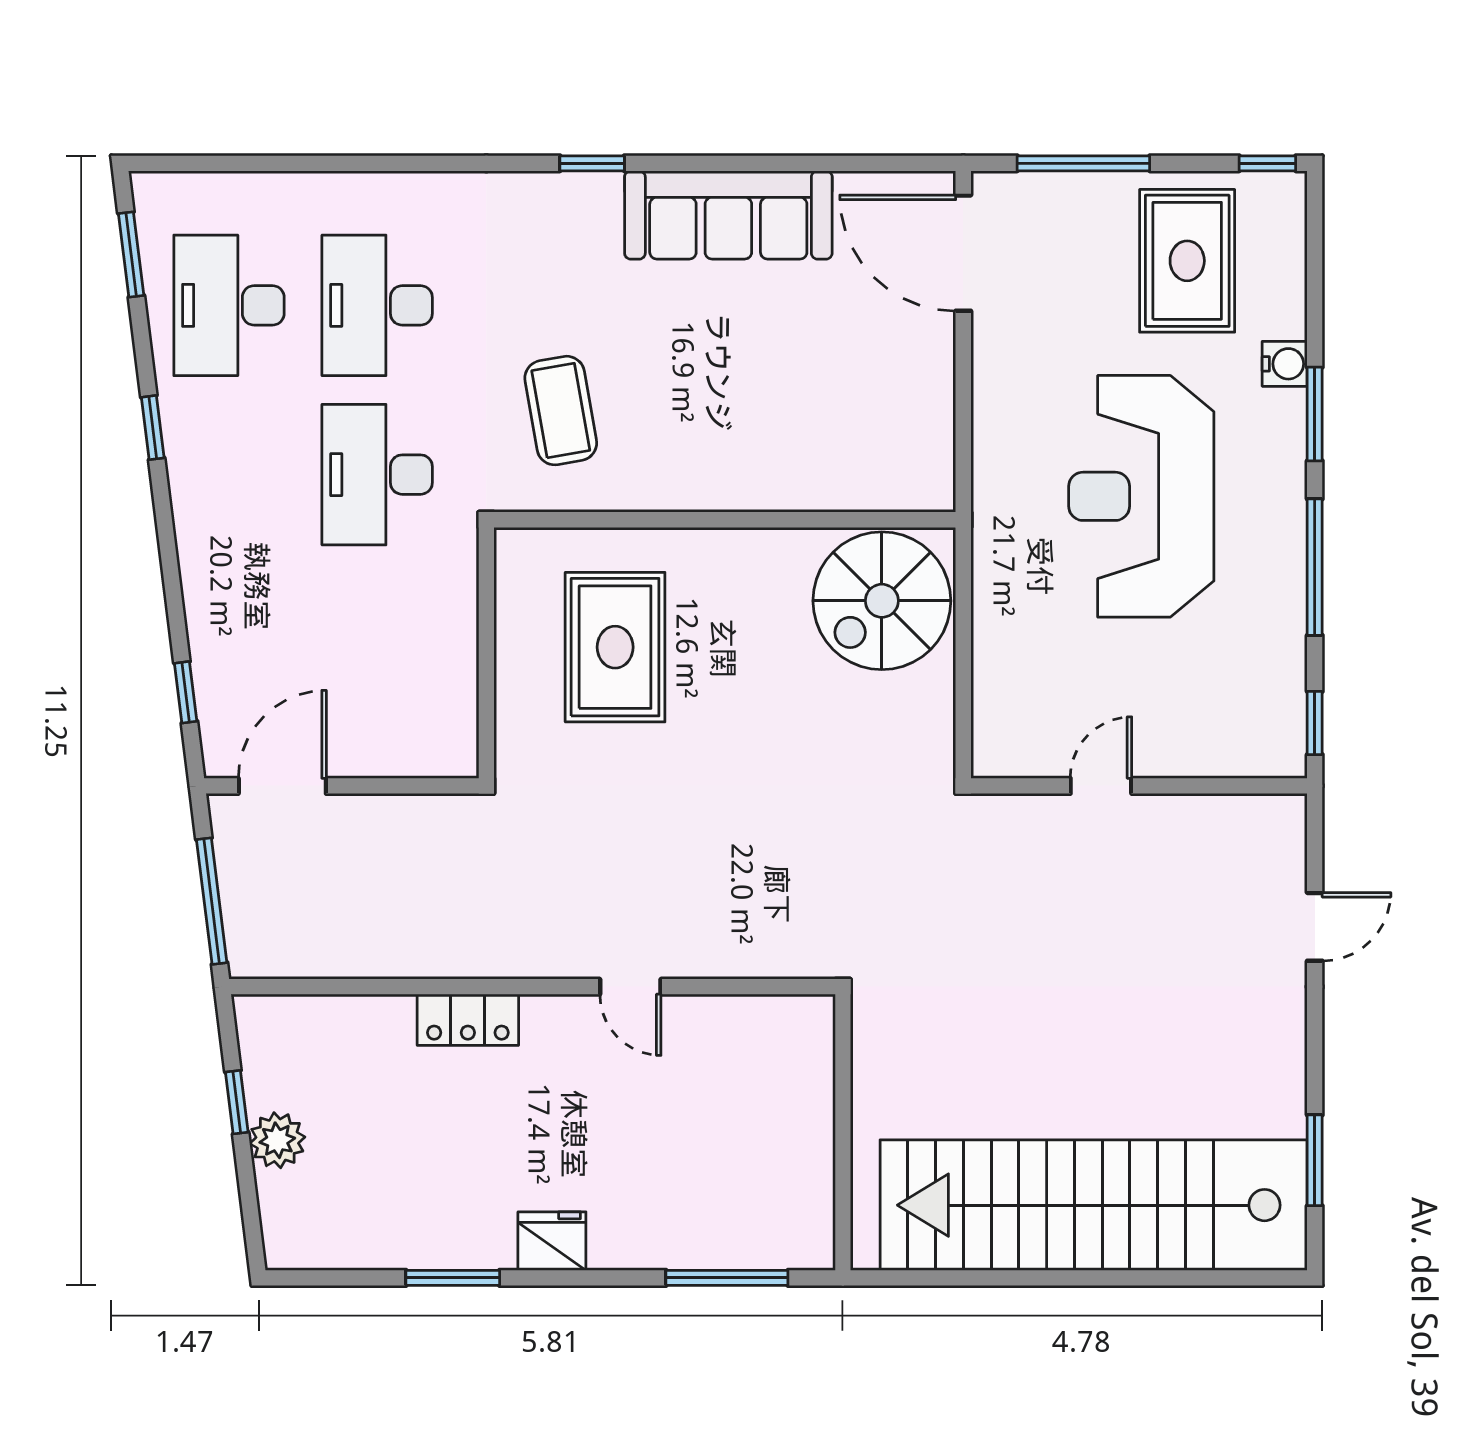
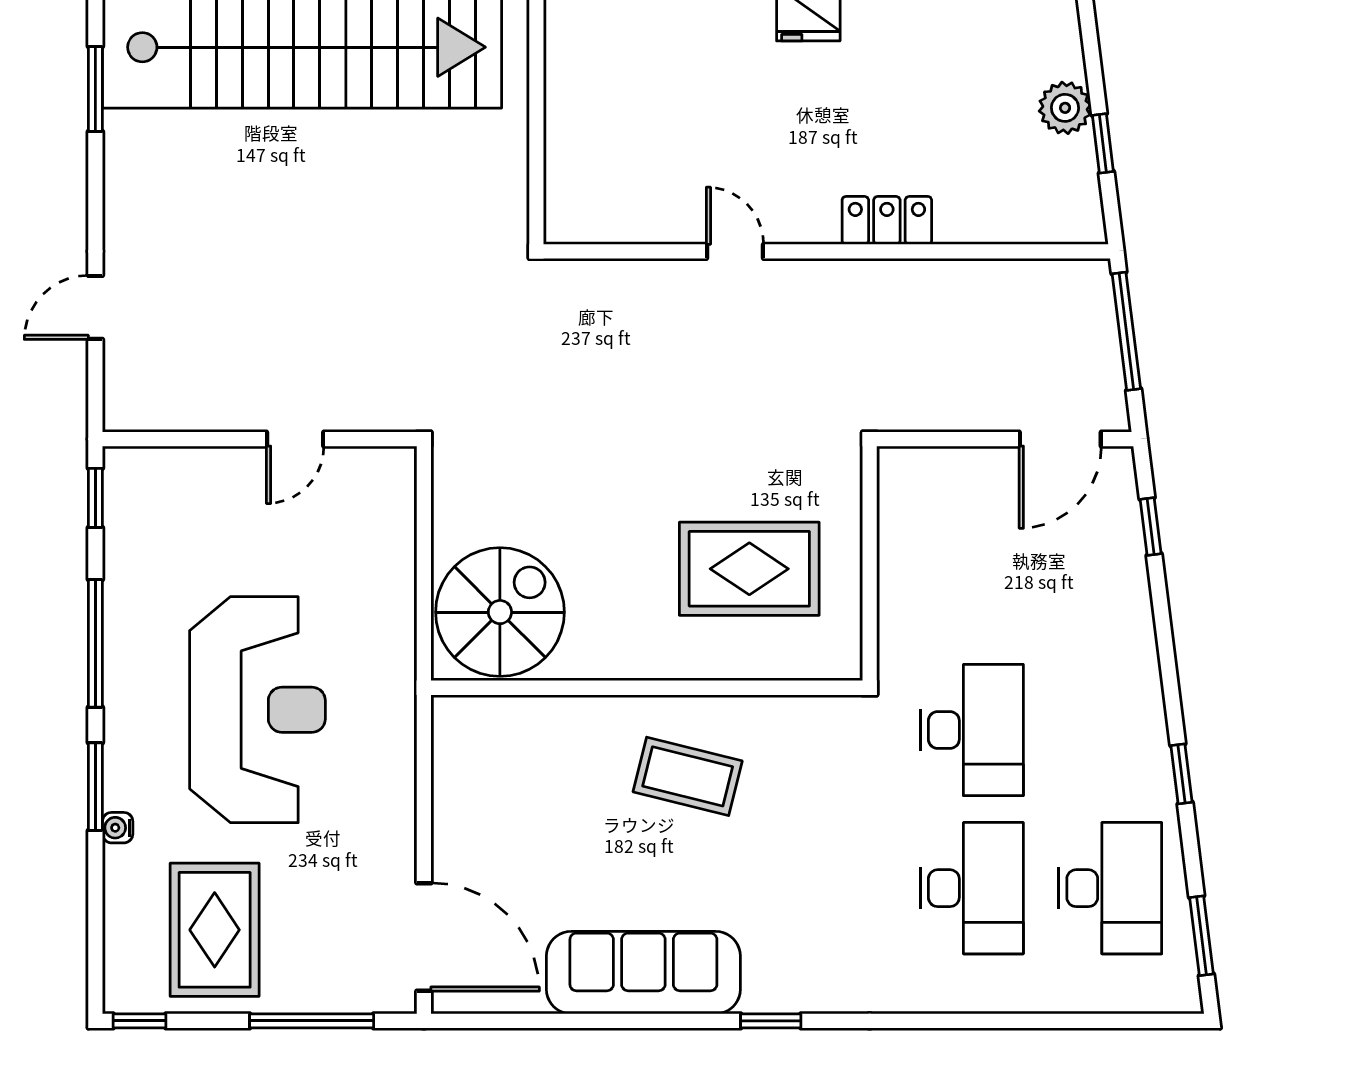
water cooler: (1285, 364) -> (118, 828), width x0.72, depth x0.72
coffee table: (561, 411) -> (688, 776), moved, turned -66
rug: (615, 647) -> (749, 569), turned 90

